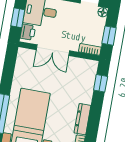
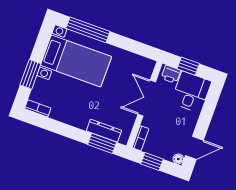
window: (101, 83) -> (102, 143), width x1.50
dresser: (82, 119) -> (104, 131), moved

